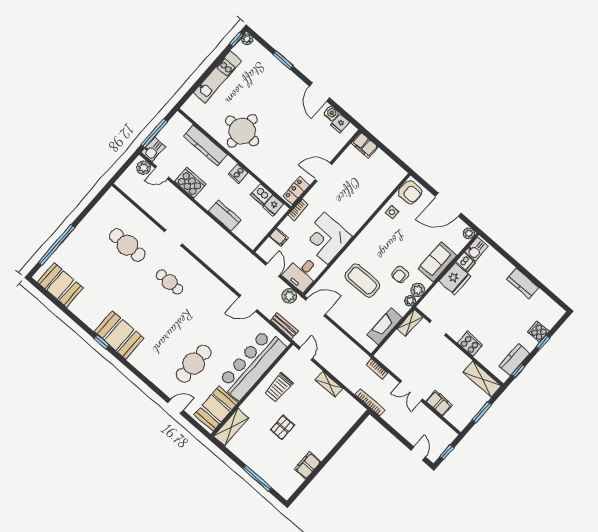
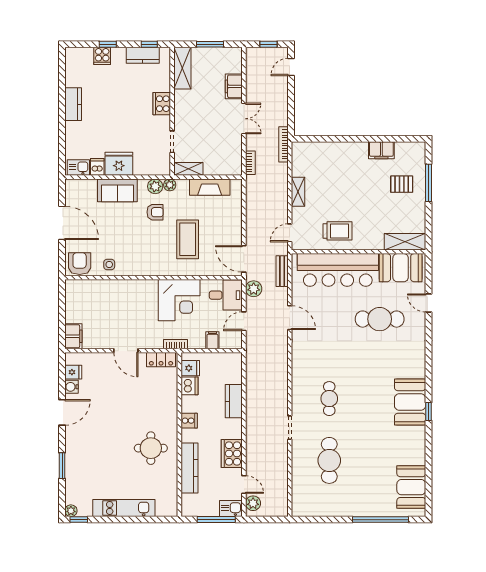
round table: (242, 131) -> (151, 448), width x0.73, depth x0.73
plant: (469, 233) -> (71, 185), removed
pallet: (283, 427) -> (402, 184), moved

